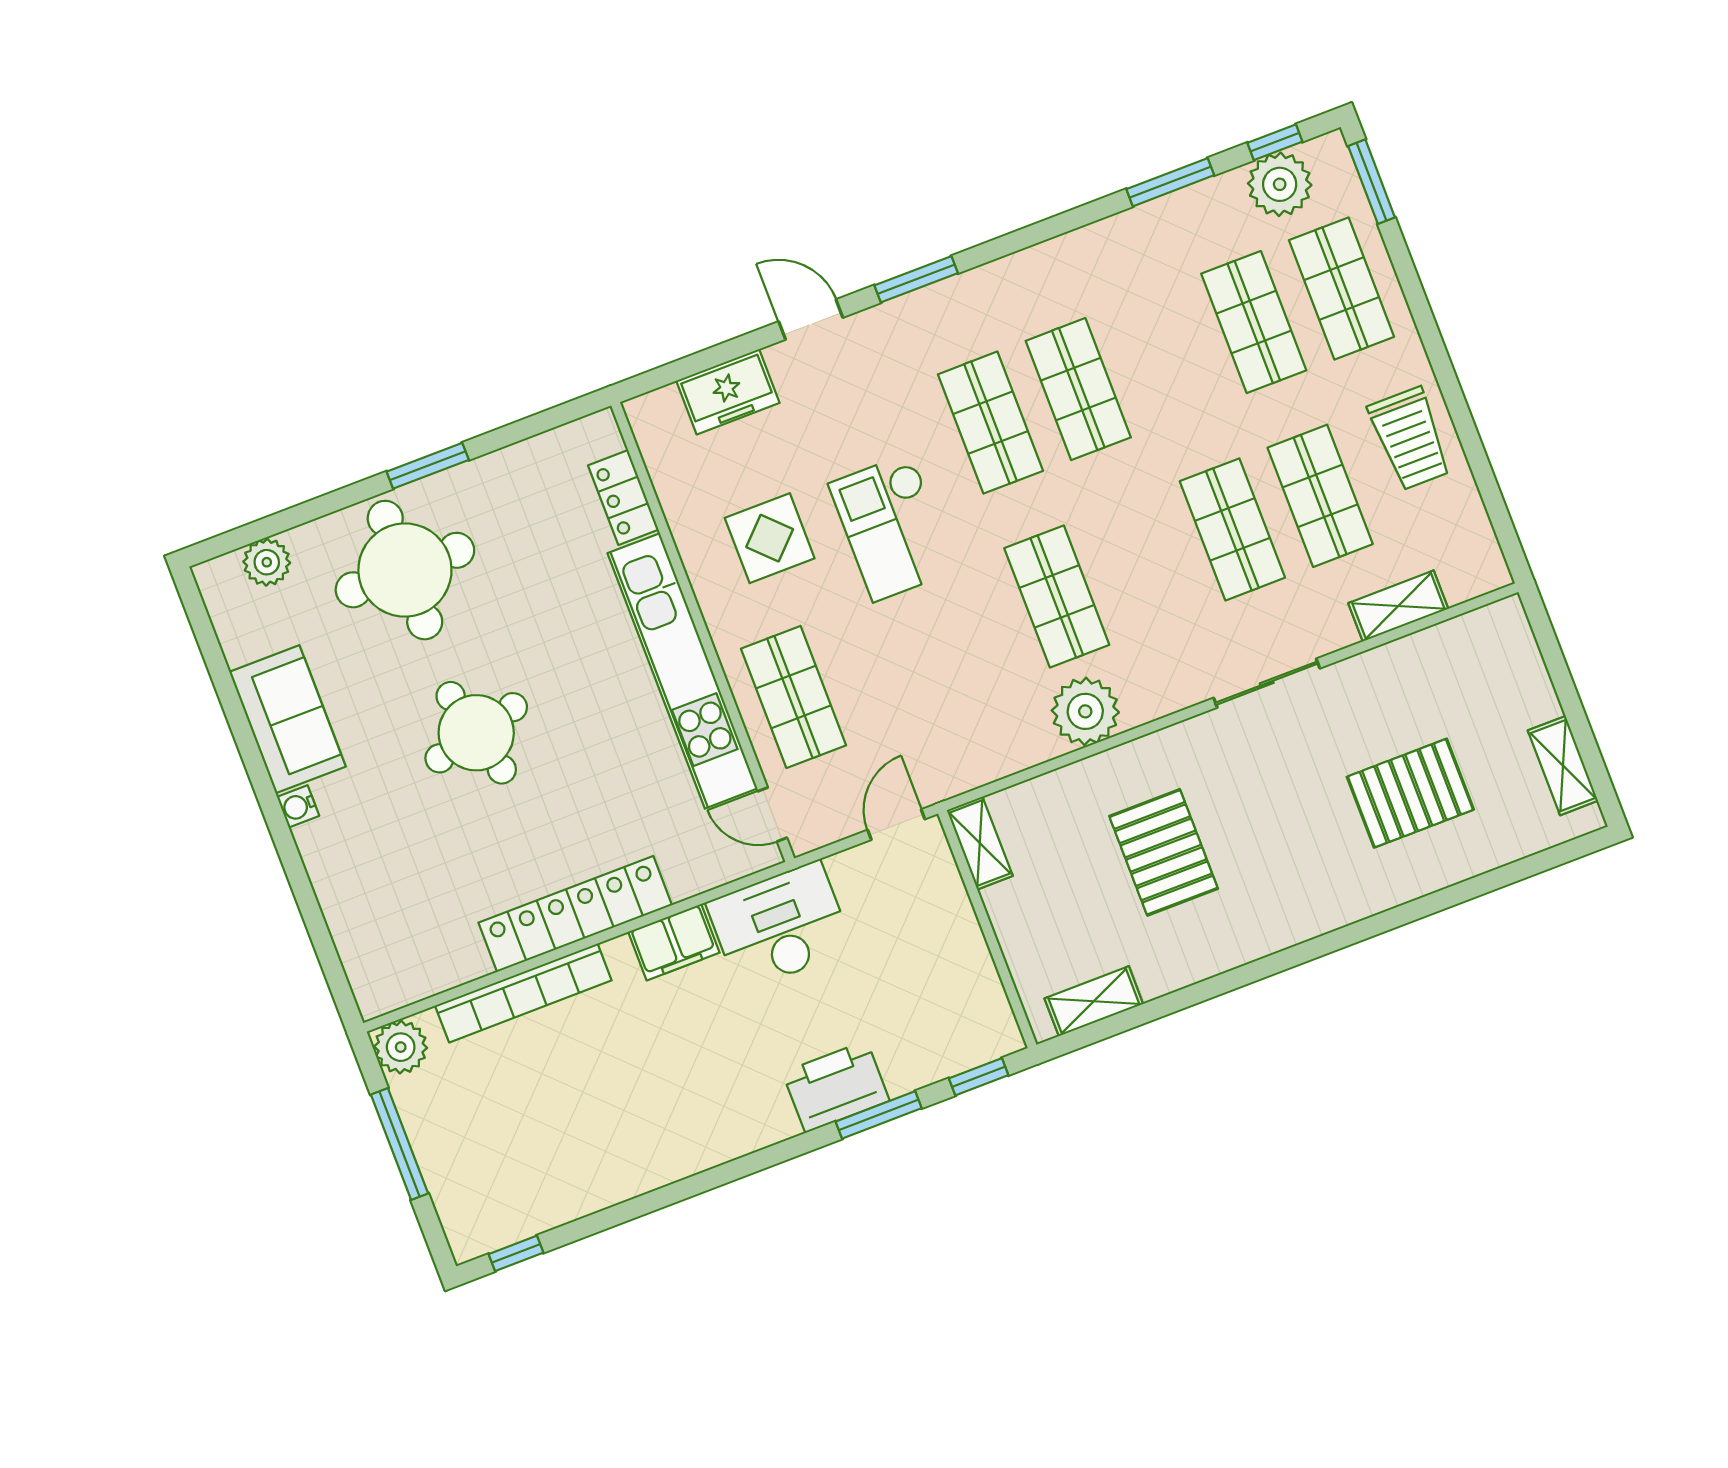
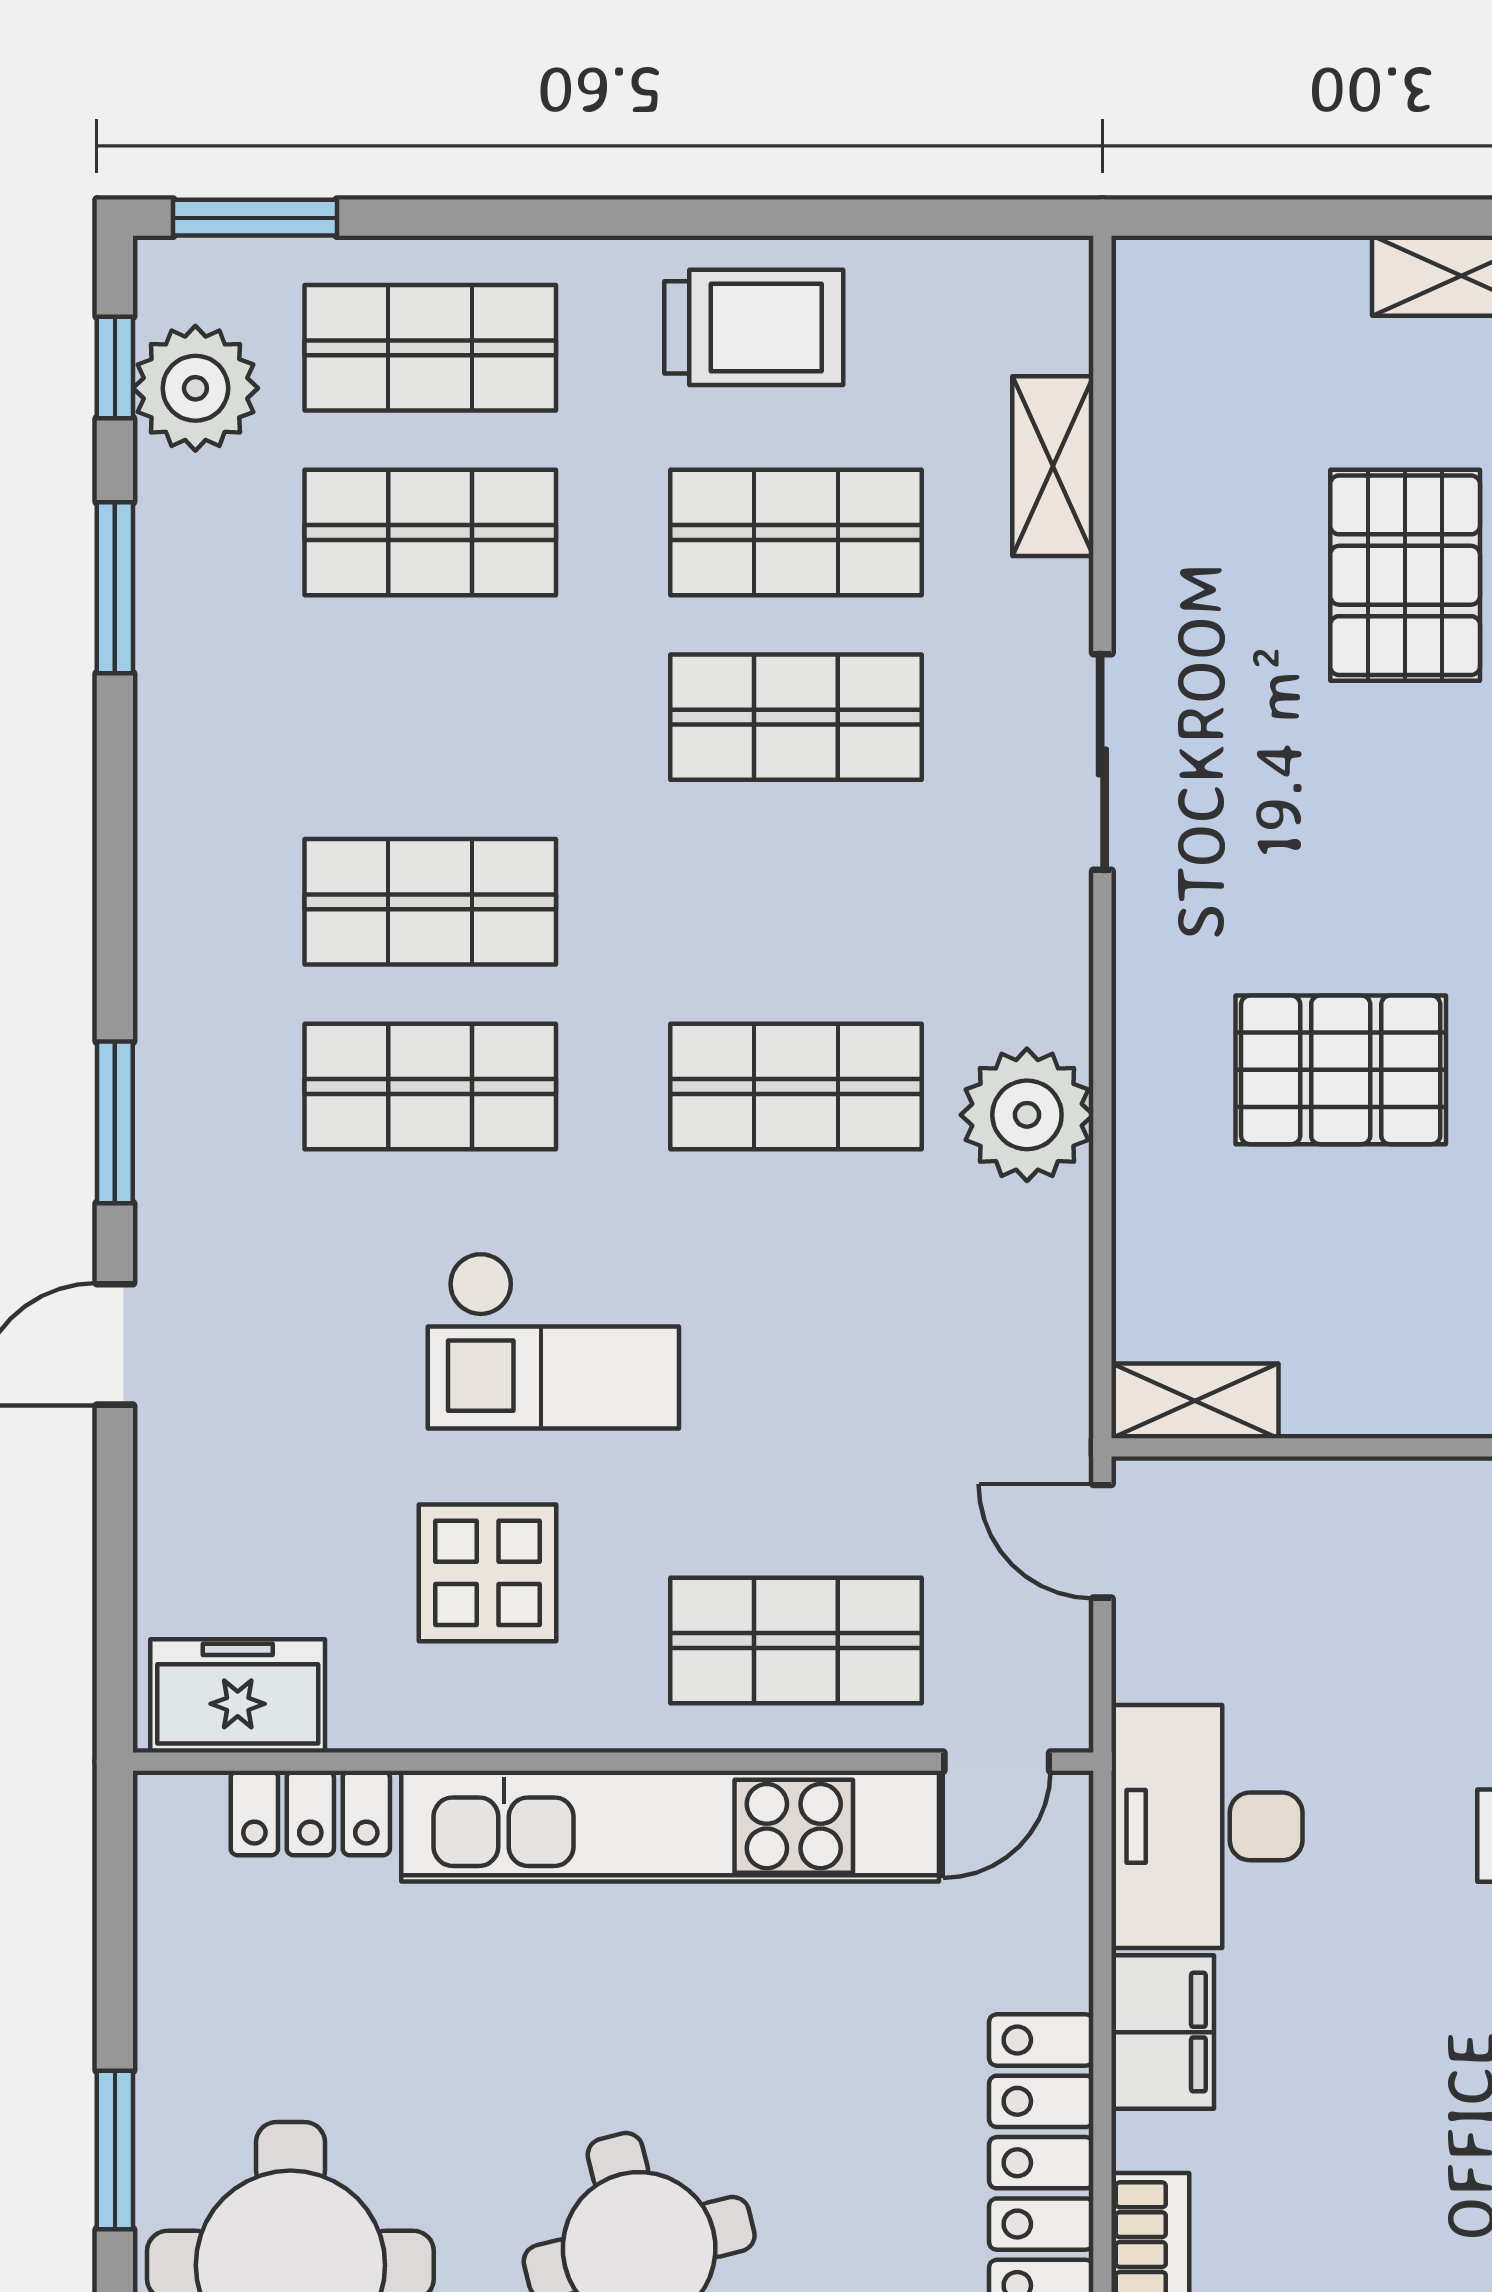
freezer: (728, 392) -> (238, 1696), moved, turned -90

